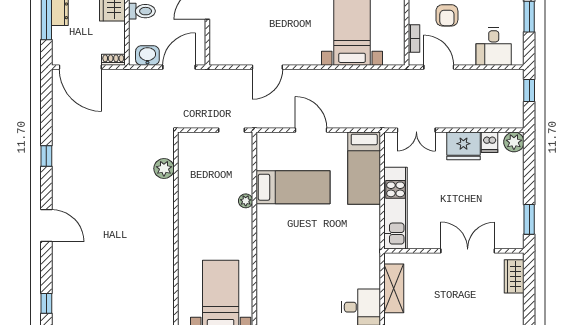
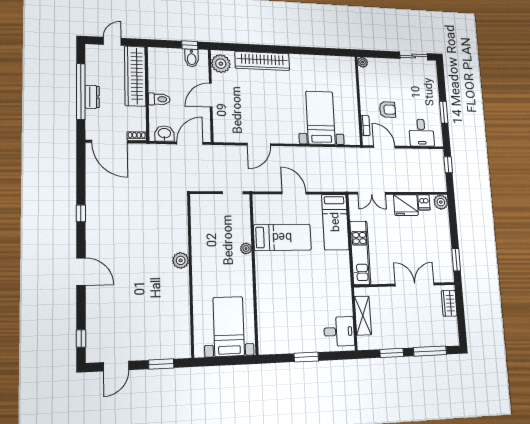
armchair: (447, 15) -> (387, 110), turned -90
plant: (164, 168) -> (181, 260), moved

